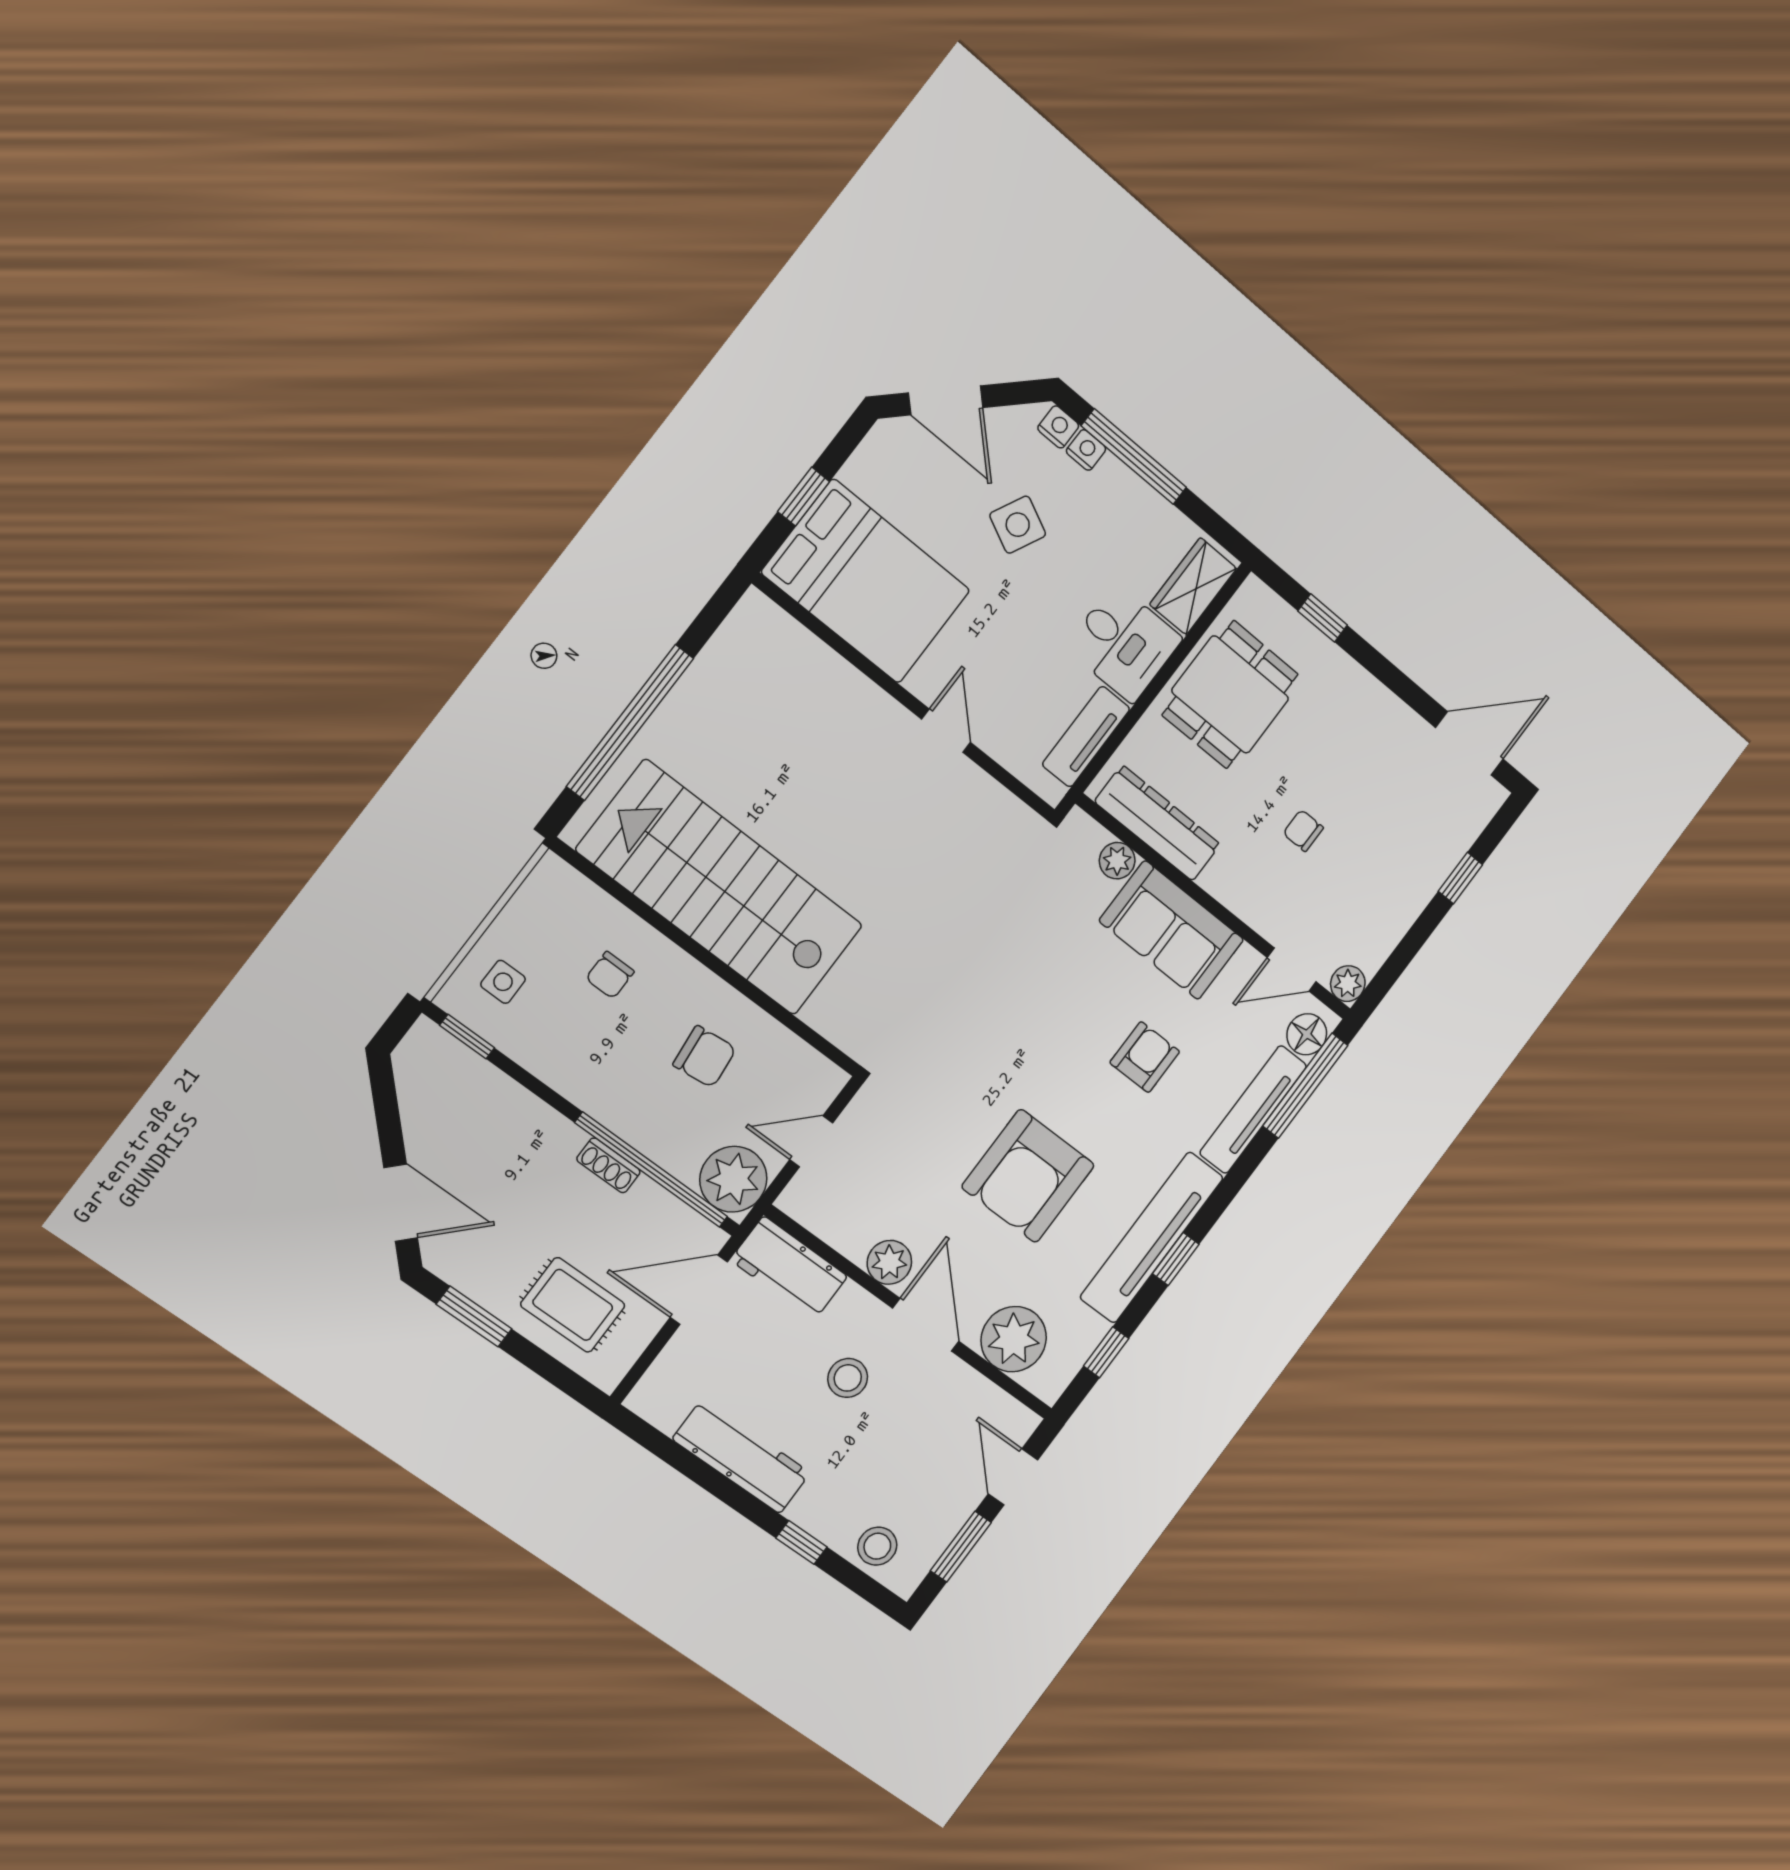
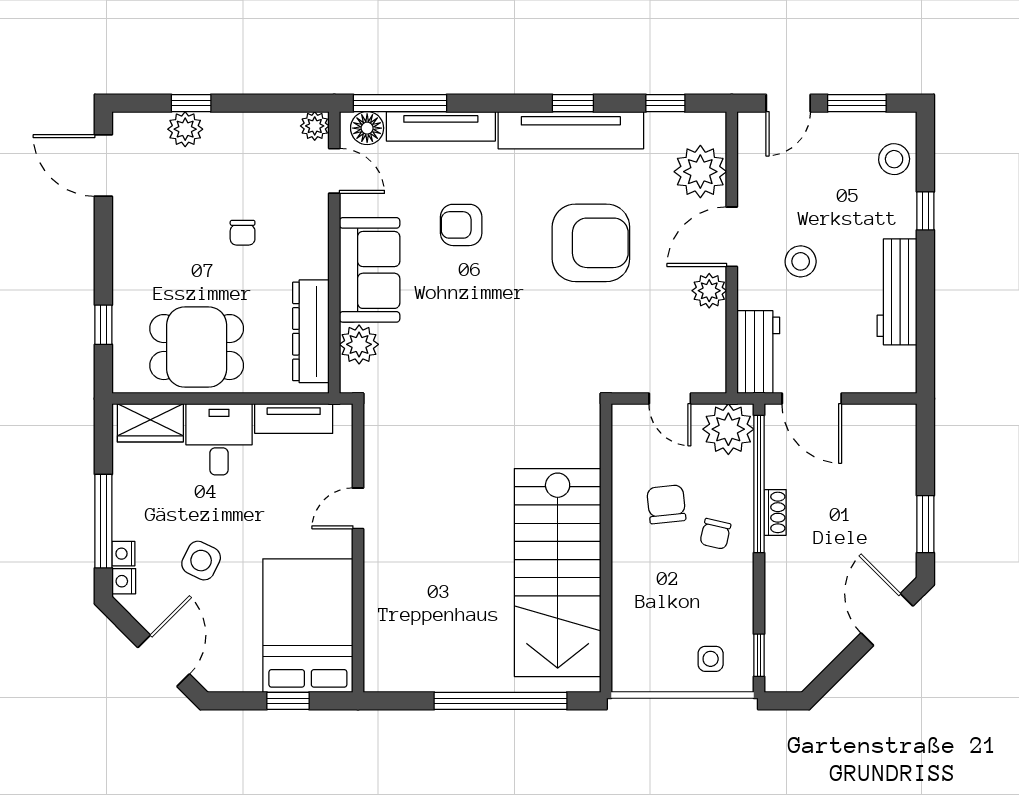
plant: (1441, 852) -> (185, 129), added
plant: (1117, 861) -> (359, 344), width x1.38, depth x1.38
chair: (610, 975) -> (715, 534), moved, turned 103
rug: (573, 1305) -> (876, 469), removed

